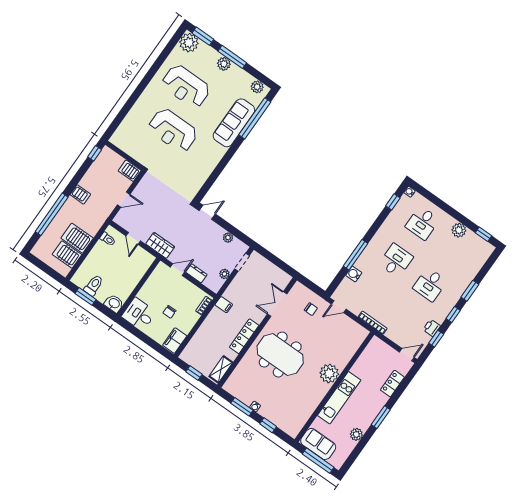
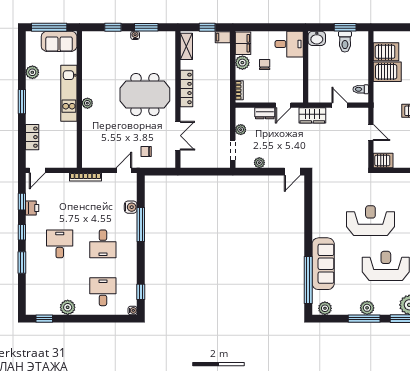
door: (124, 200) -> (371, 132), swing flipped
filing cabinet: (224, 305) -> (223, 37), moved
plant: (186, 326) -> (242, 63), added
plant: (329, 373) -> (87, 103), width x0.53, depth x0.53

